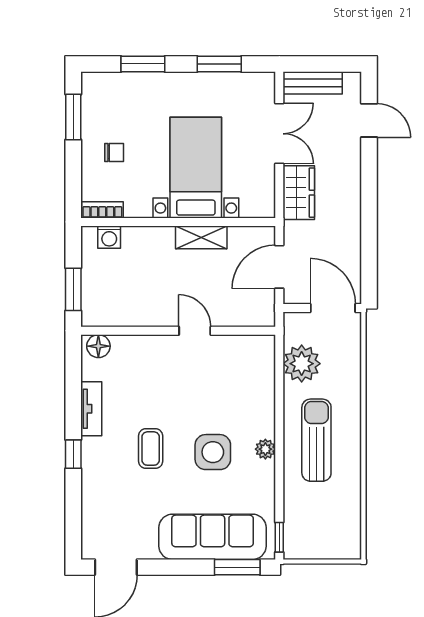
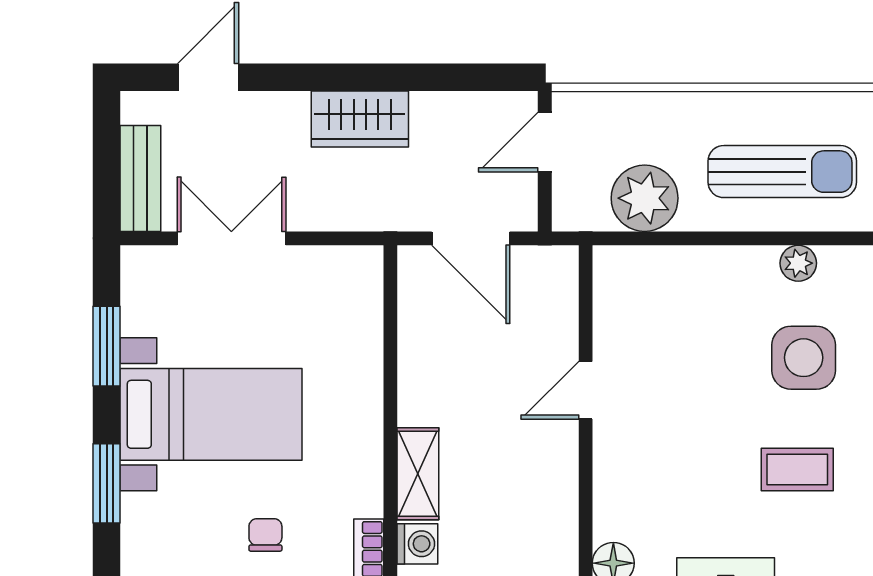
bed with nightstands: (196, 168) -> (211, 414), moved, turned 180
wardrobe: (299, 193) -> (360, 119), moved, turned 180
shelving: (201, 237) -> (418, 474), moved
door: (333, 308) -> (545, 142), width x0.73
sun lounger: (316, 440) -> (782, 172), turned 180

